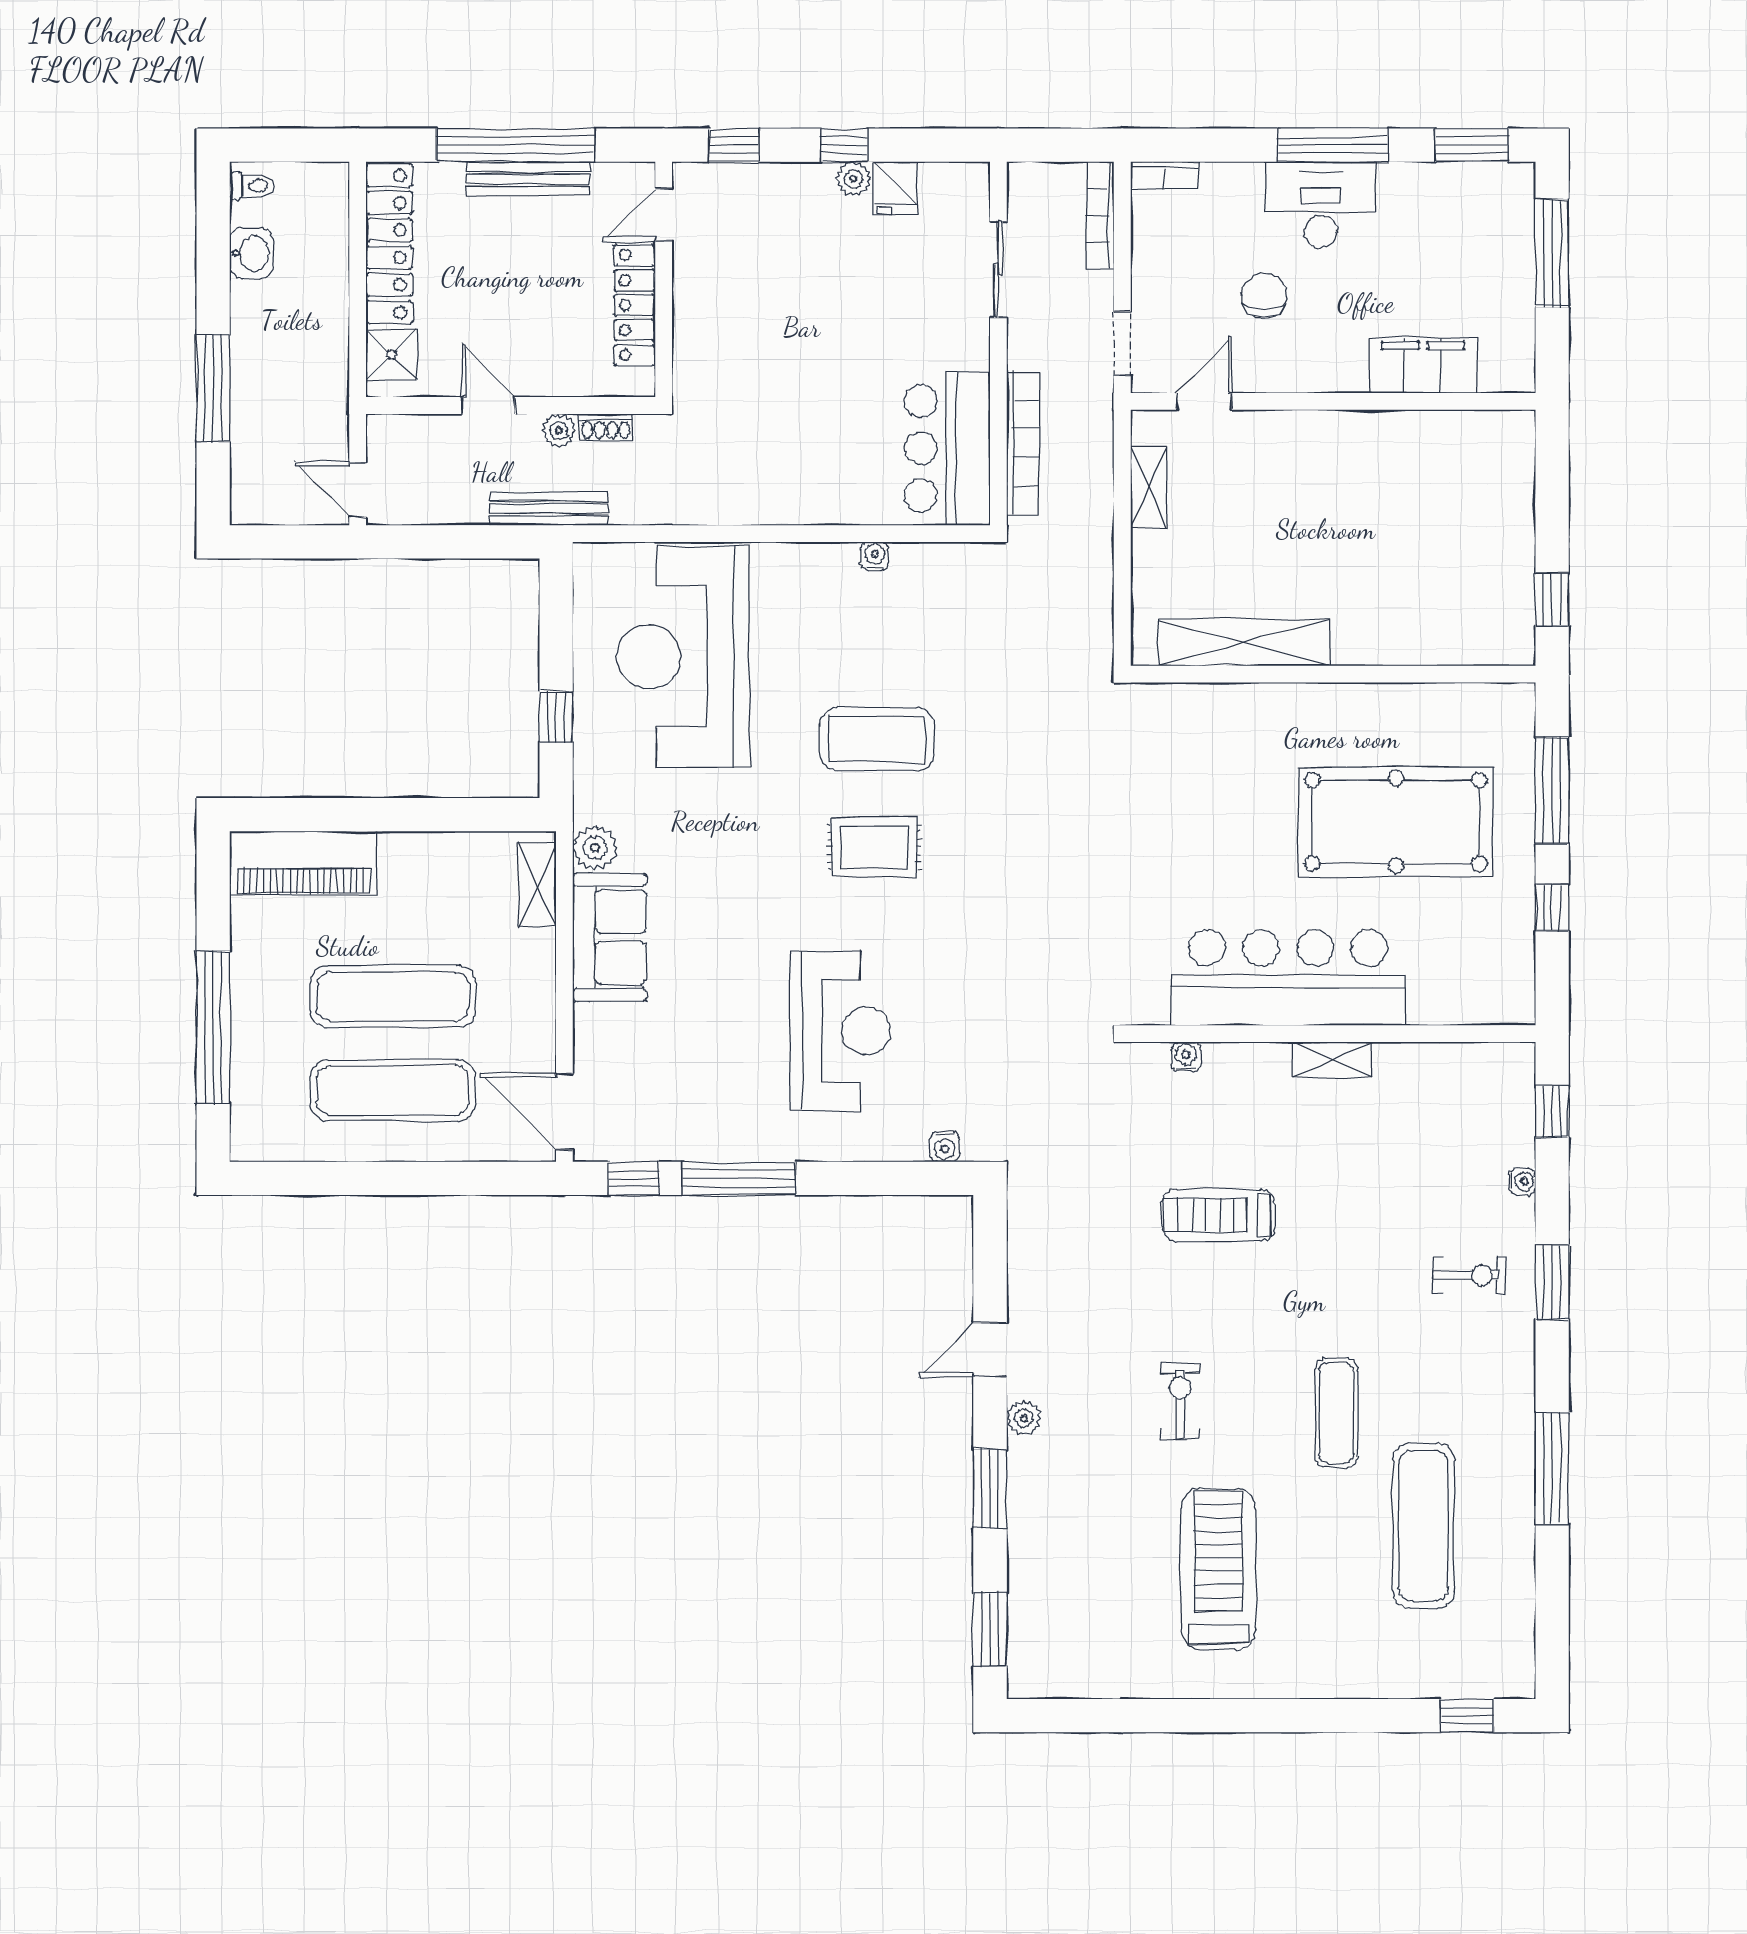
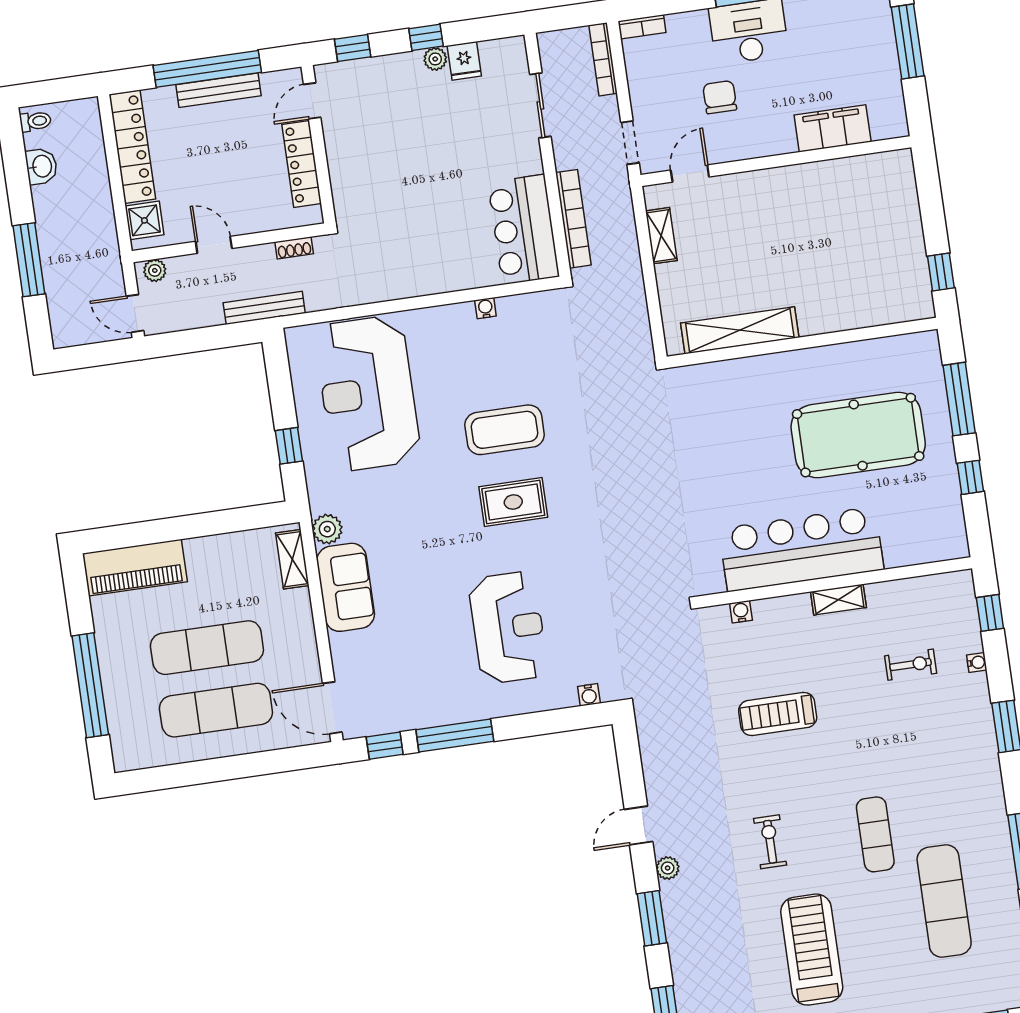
plant: (559, 431) -> (155, 270), moved
exercise bike: (1469, 1275) -> (911, 665), moved

